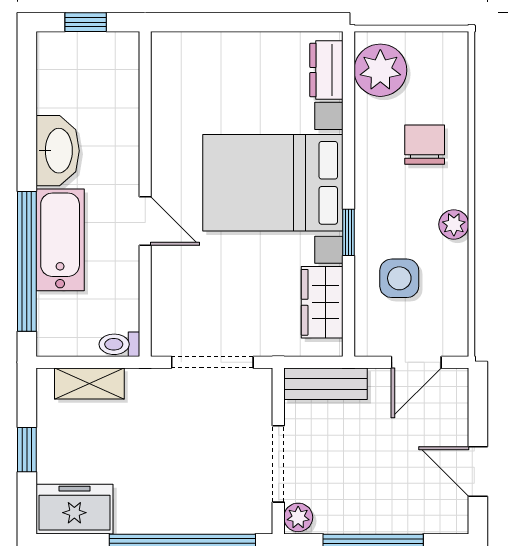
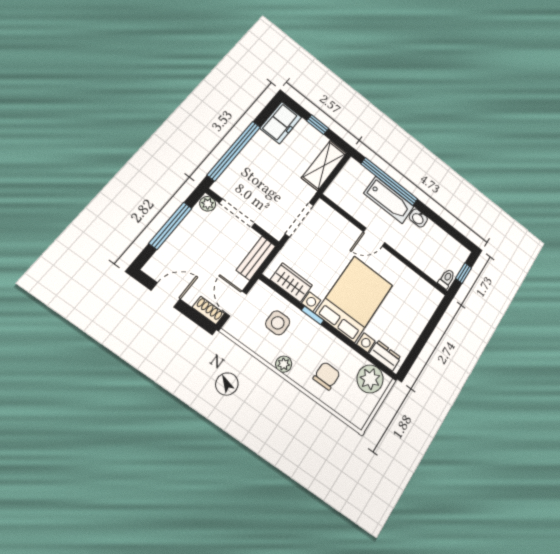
chair: (425, 145) -> (327, 376), turned -90
washbasin: (58, 151) -> (418, 218), width x0.52, depth x0.69
toilet: (119, 344) -> (447, 279), moved
shelving: (89, 383) -> (324, 165), width x1.50, depth x1.33
shoe rack: (456, 394) -> (208, 310), added

